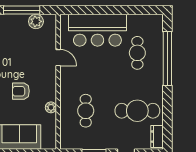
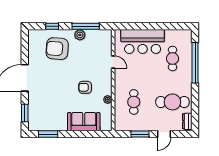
plant: (36, 21) -> (80, 35), moved

